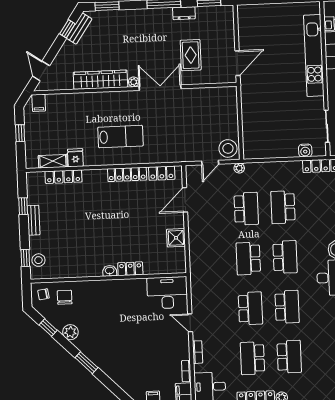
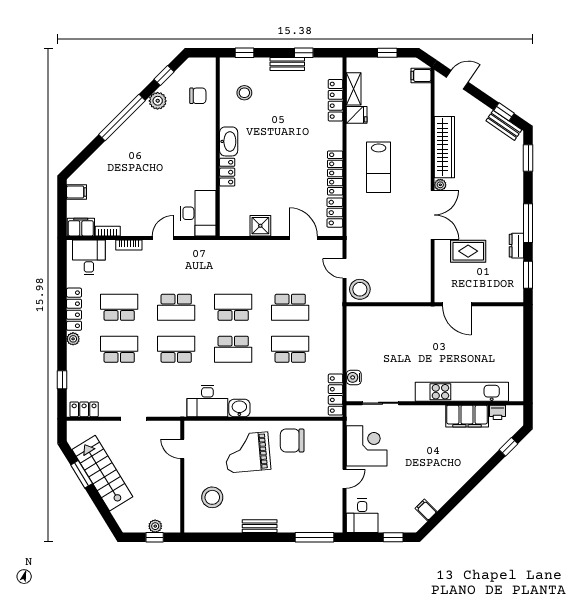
plant: (239, 168) -> (337, 301), removed
stool: (38, 260) -> (244, 93), moved
washbasin: (110, 271) -> (229, 141), width x1.91, depth x1.45
chair: (43, 294) -> (202, 72), removed
school desk: (287, 307) -> (176, 349), turned 180
school desk: (289, 357) -> (119, 349), turned 180
window: (86, 363) -> (122, 118), width x2.11

